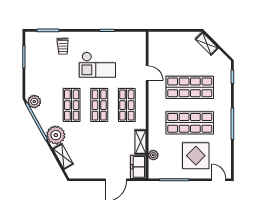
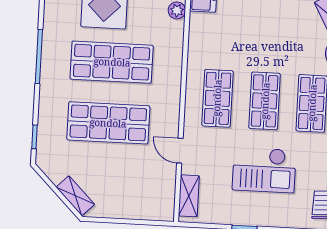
checkout: (97, 65) -> (264, 170), turned 180
shelving: (140, 142) -> (189, 196), moved

